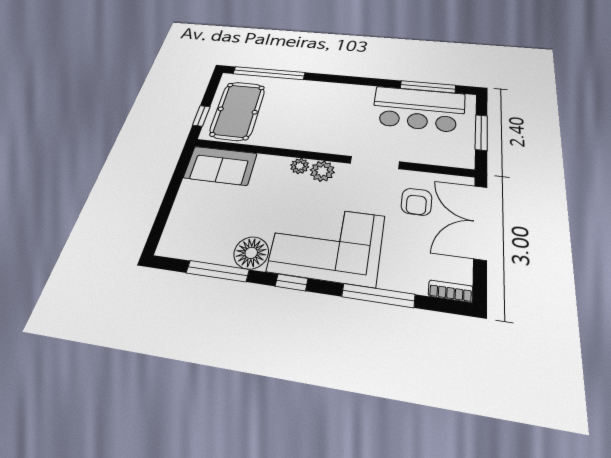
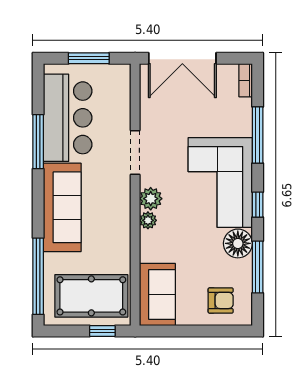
window: (428, 87) -> (38, 142), moved
sofa: (329, 96) -> (62, 207), added
armchair: (417, 202) -> (221, 300), moved

